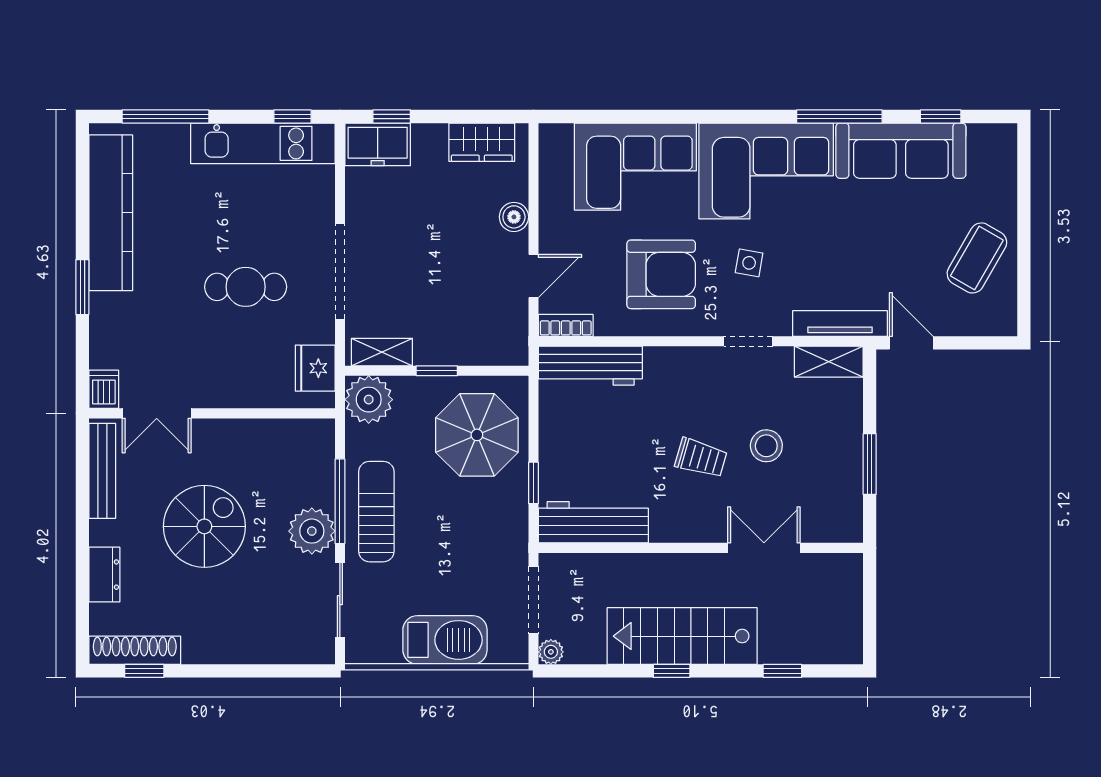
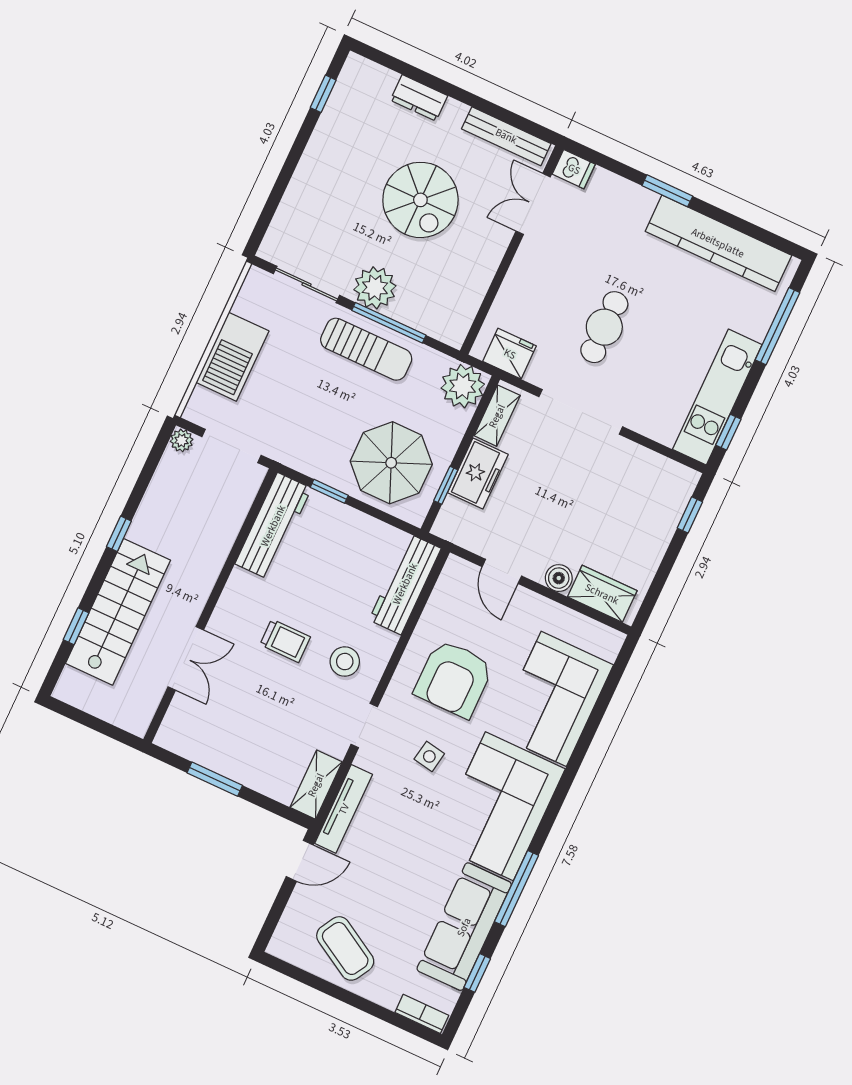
wardrobe: (482, 142) -> (602, 594), moved, turned 90
freezer: (378, 144) -> (478, 474), moved, turned 180
bookcase: (566, 325) -> (422, 1014), moved, turned -90
window: (437, 371) -> (446, 485), moved
stool: (766, 446) -> (345, 662), moved
trolley: (701, 458) -> (285, 641), turned -106
stairs: (682, 636) -> (118, 612), moved
shoe rack: (135, 650) -> (344, 94), removed

